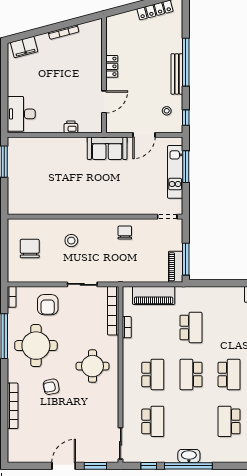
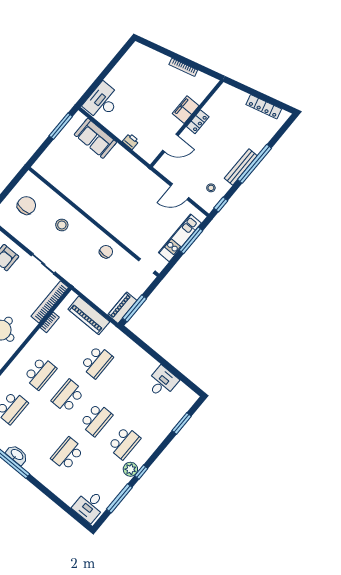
filing cabinet: (24, 47) -> (186, 110), moved, turned 105
sofa: (107, 148) -> (95, 138), moved

